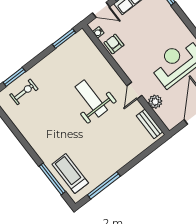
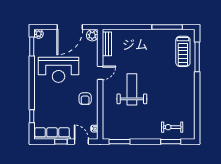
armchair: (114, 44) -> (85, 99), moved
weight bench: (91, 98) -> (132, 89), turned 180
plant: (155, 102) -> (92, 35), moved

